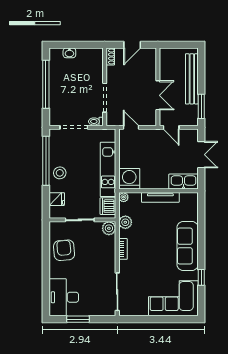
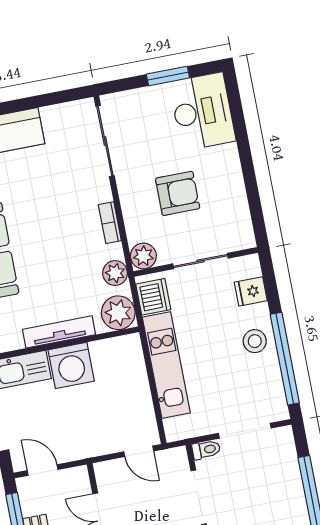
door: (171, 127) -> (43, 470), moved
washing machine: (129, 179) -> (71, 365), moved
plant: (124, 197) -> (118, 313), width x1.87, depth x1.87
armchair: (64, 250) -> (178, 193), moved, turned -85

